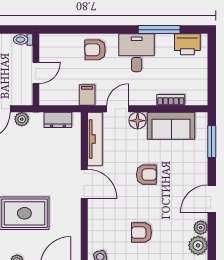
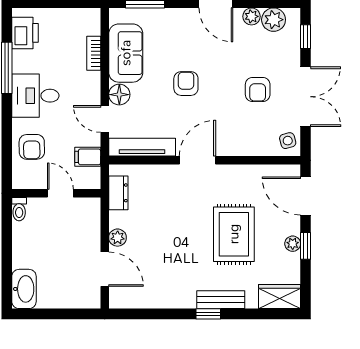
toilet: (23, 40) -> (19, 209), moved
wall: (36, 70) -> (56, 193), moved
door: (36, 73) -> (60, 193), moved

